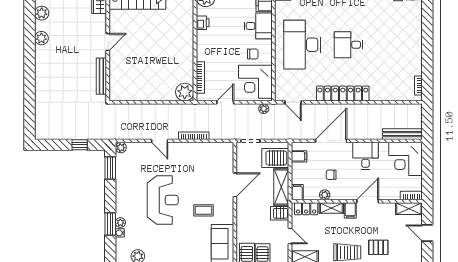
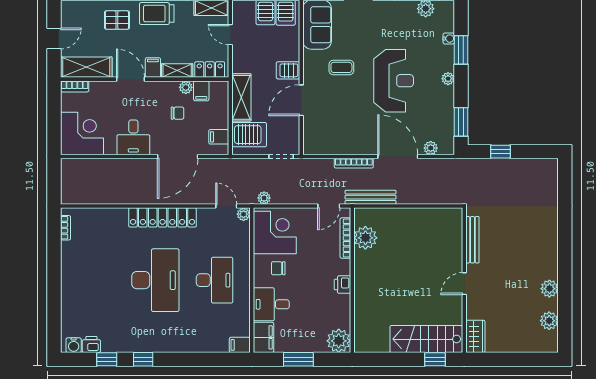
printer: (203, 23) -> (342, 285), moved
desk: (302, 45) -> (215, 280), width x0.73, depth x0.77
desk: (348, 45) -> (155, 280), width x1.87, depth x1.30
plant: (185, 92) -> (365, 238), moved
plant: (280, 96) -> (244, 214), added
door: (225, 102) -> (329, 206), moved
bench: (402, 134) -> (370, 197), moved
door: (160, 141) -> (398, 157), width x1.87
plant: (121, 148) -> (431, 148), moved
filing cabinet: (297, 192) -> (201, 91), moved
reception desk: (163, 200) -> (394, 81), turned 180
door: (368, 201) -> (131, 79), swing flipped
shelving: (409, 209) -> (86, 67), width x1.50, depth x1.33
server rack: (280, 213) -> (288, 70), moved, turned 180
plant: (120, 223) -> (448, 79), moved
door: (427, 233) -> (54, 38), hinge flipped

